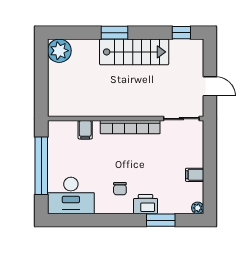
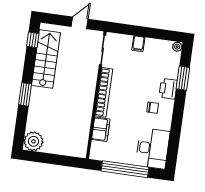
stairs: (134, 52) -> (46, 59), moved
filing cabinet: (85, 130) -> (101, 129), width x2.00
filing cabinet: (195, 175) -> (138, 44), moved

